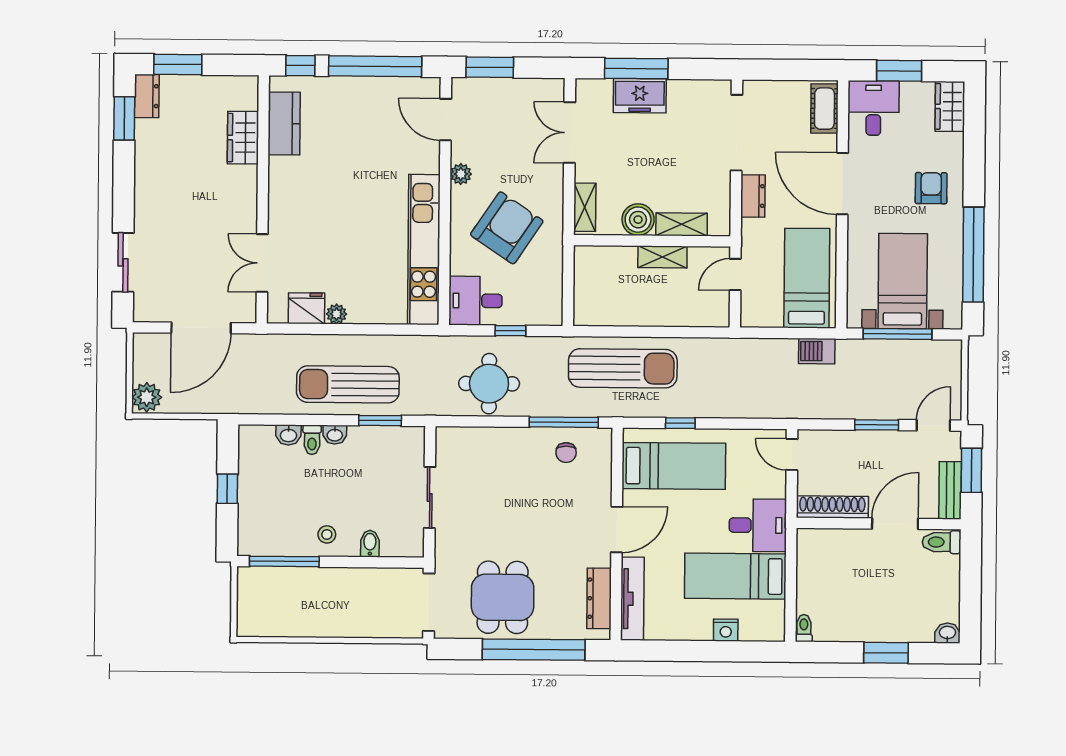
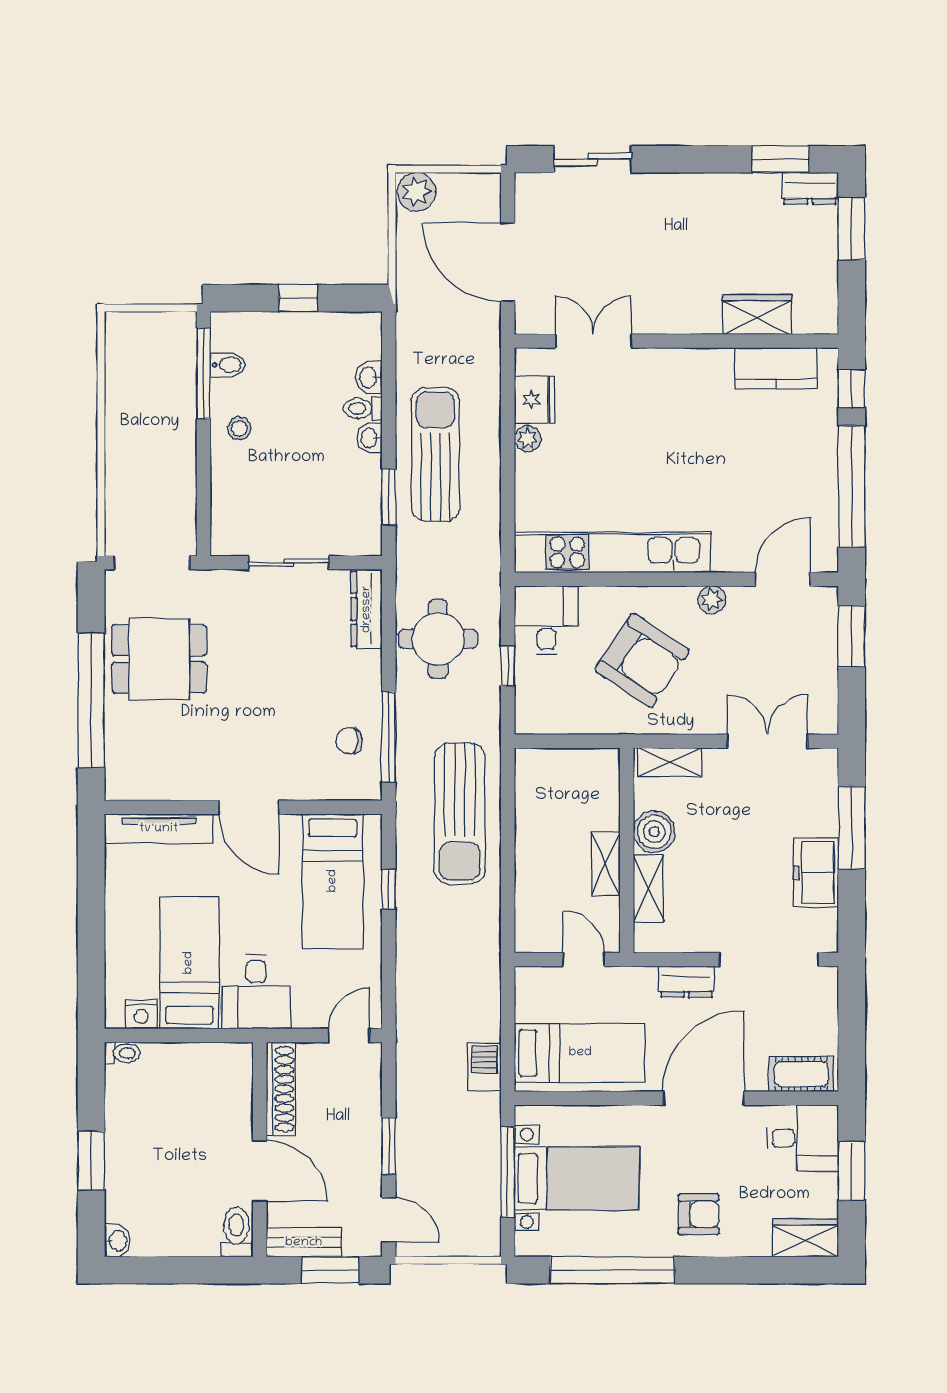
freezer: (640, 96) -> (816, 873), moved
bidet: (370, 544) -> (228, 365), moved
dresser: (599, 598) -> (367, 609), moved, turned -90
nightstand: (726, 630) -> (141, 1014), moved, turned -90

